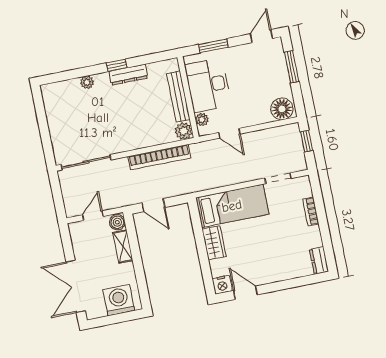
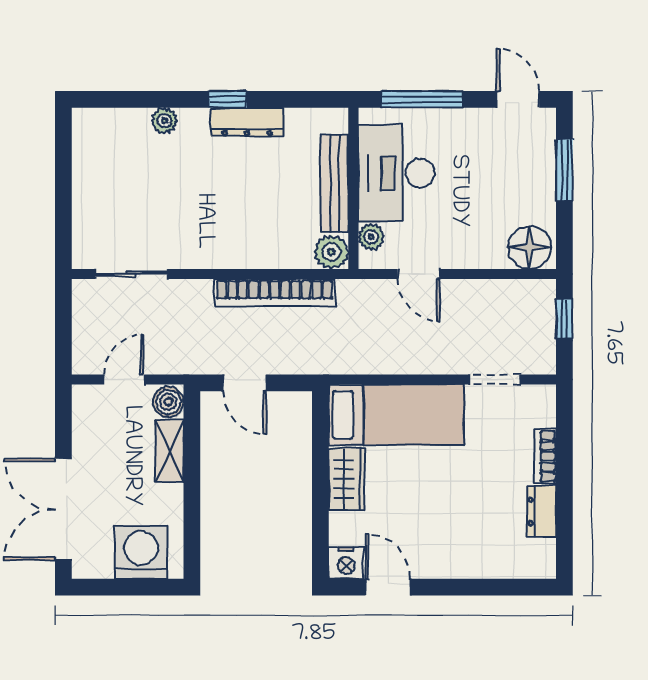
door: (261, 36) -> (518, 99), hinge flipped
window: (213, 46) -> (422, 99), width x1.44
sliding door: (86, 162) -> (131, 274), width x0.73
dresser: (319, 260) -> (542, 512), moved

